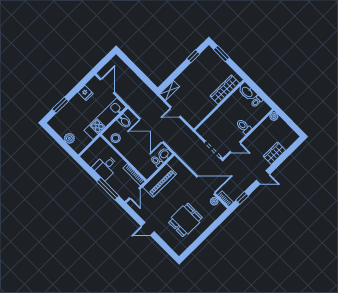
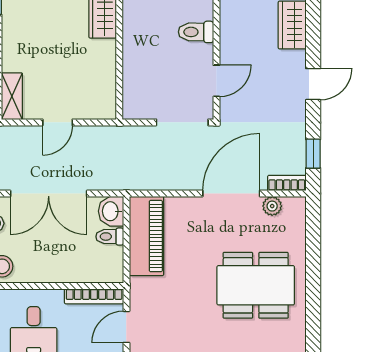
piano: (160, 180) -> (147, 236), moved
door: (134, 194) -> (126, 327), swing flipped
dining table: (185, 220) -> (256, 285), width x1.38

